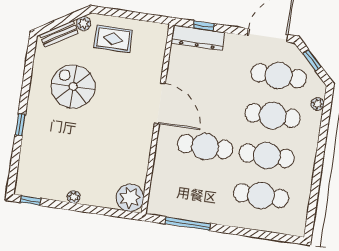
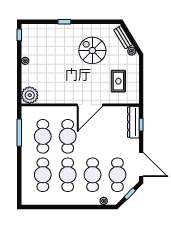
rug: (113, 39) -> (118, 81), moved
spiral stairs: (73, 87) -> (92, 50), turned -90
cafe table: (199, 186) -> (43, 136), added

